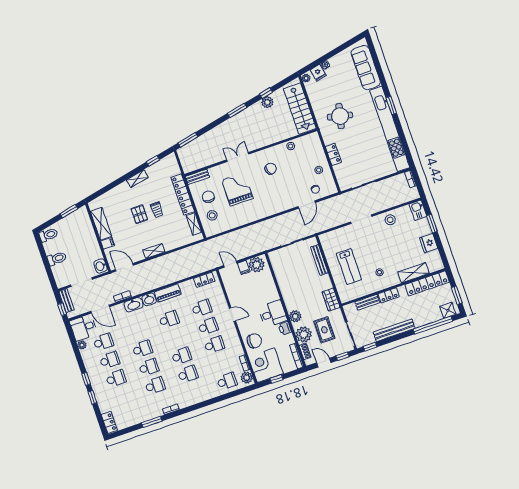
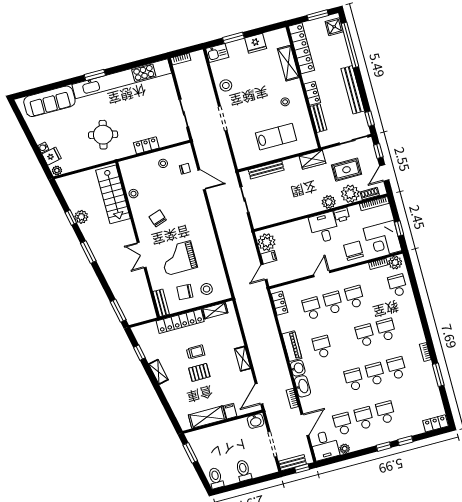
stairs: (300, 109) -> (113, 194), moved, turned 90

